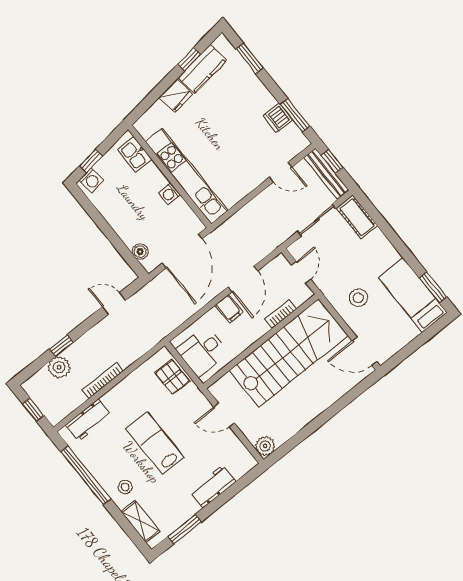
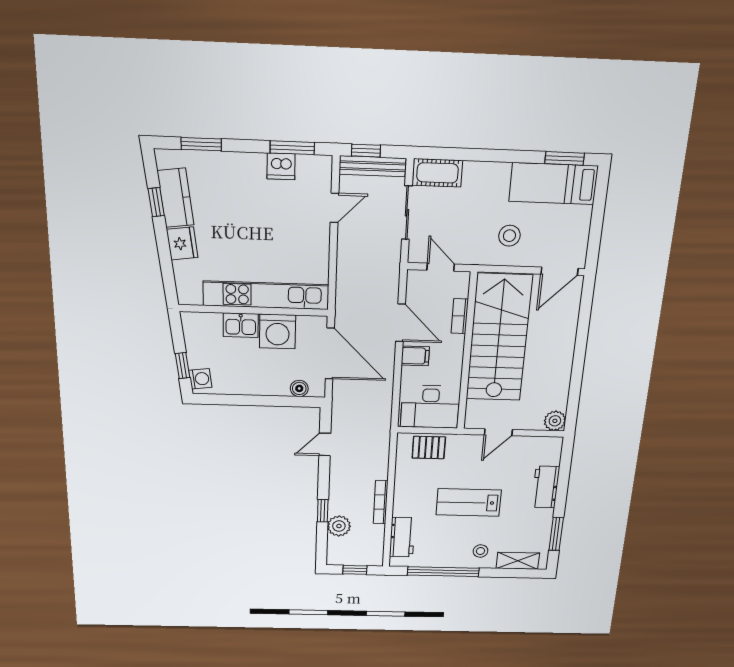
kitchen sink: (134, 154) -> (241, 325), moved
washing machine: (169, 194) -> (278, 331), width x1.89, depth x1.89
desk: (202, 351) -> (430, 407), width x1.37

